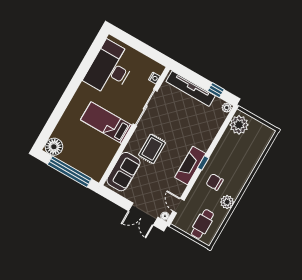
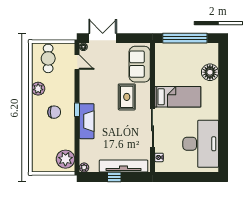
window: (216, 90) -> (114, 177), moved
floor lamp: (54, 147) -> (210, 72), moved
fireplace: (190, 165) -> (87, 121), moved
chair: (215, 182) -> (54, 112), moved

